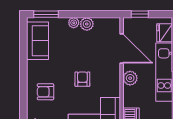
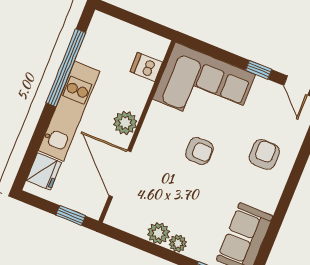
armchair: (82, 79) -> (199, 151), turned -90
armchair: (45, 92) -> (264, 154), turned -90

